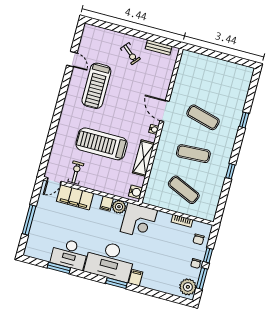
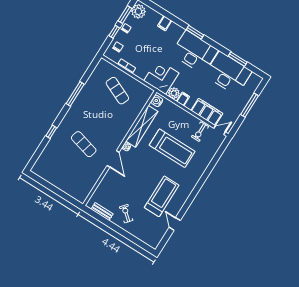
exercise mat: (193, 154) -> (101, 117), removed
shelving: (143, 158) -> (142, 126), width x1.47
window: (230, 171) -> (75, 94), width x2.17
desk: (70, 254) -> (228, 73), width x1.36, depth x1.30
filing cabinet: (136, 278) -> (165, 23), moved

